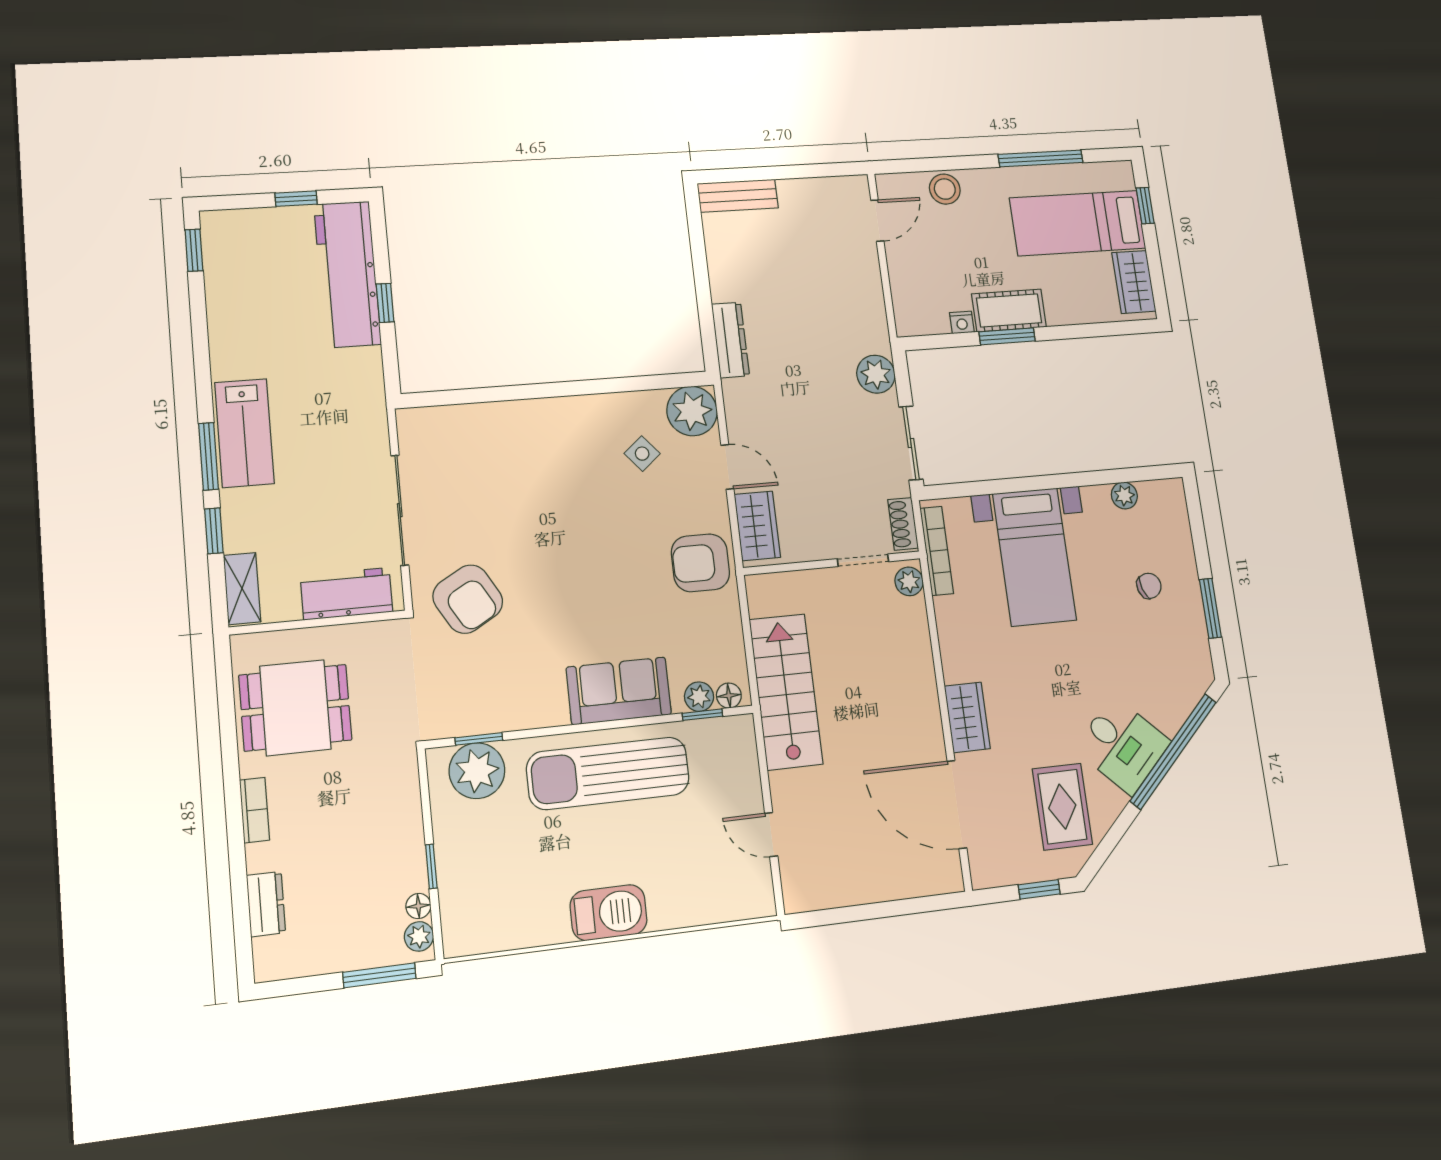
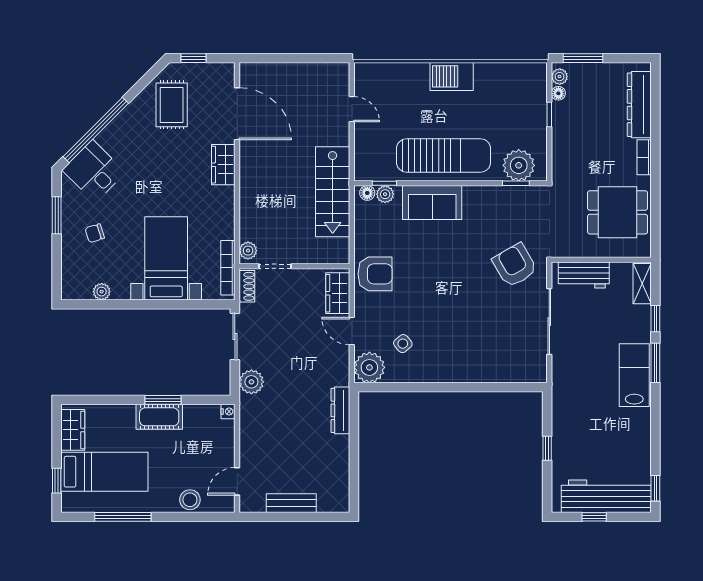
bench: (738, 196) -> (291, 503), moved
workbench: (347, 274) -> (606, 496), moved, turned -90
nightstand: (962, 322) -> (228, 412), moved, turned 90
desk: (1122, 745) -> (94, 171), moved
dresser: (266, 904) -> (639, 105), width x1.96, depth x1.24

